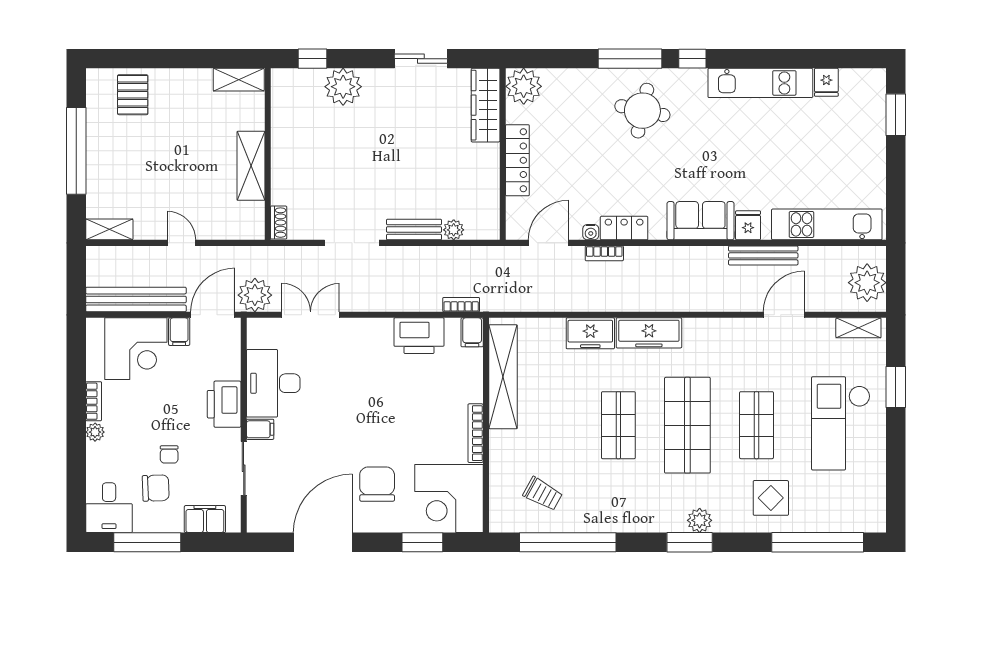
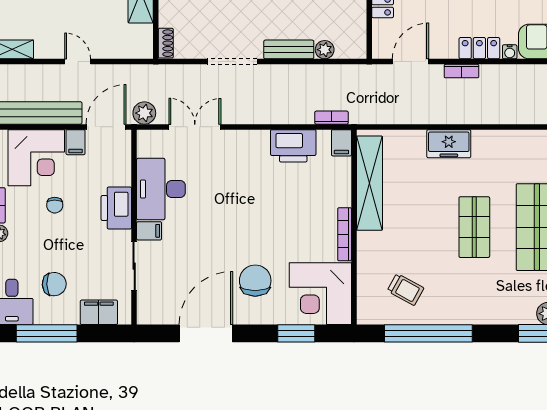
water cooler: (591, 232) -> (510, 52), moved
plant: (255, 295) -> (144, 113), width x0.73, depth x0.73
freezer: (649, 333) -> (502, 143), removed
chair: (169, 454) -> (55, 205), moved

